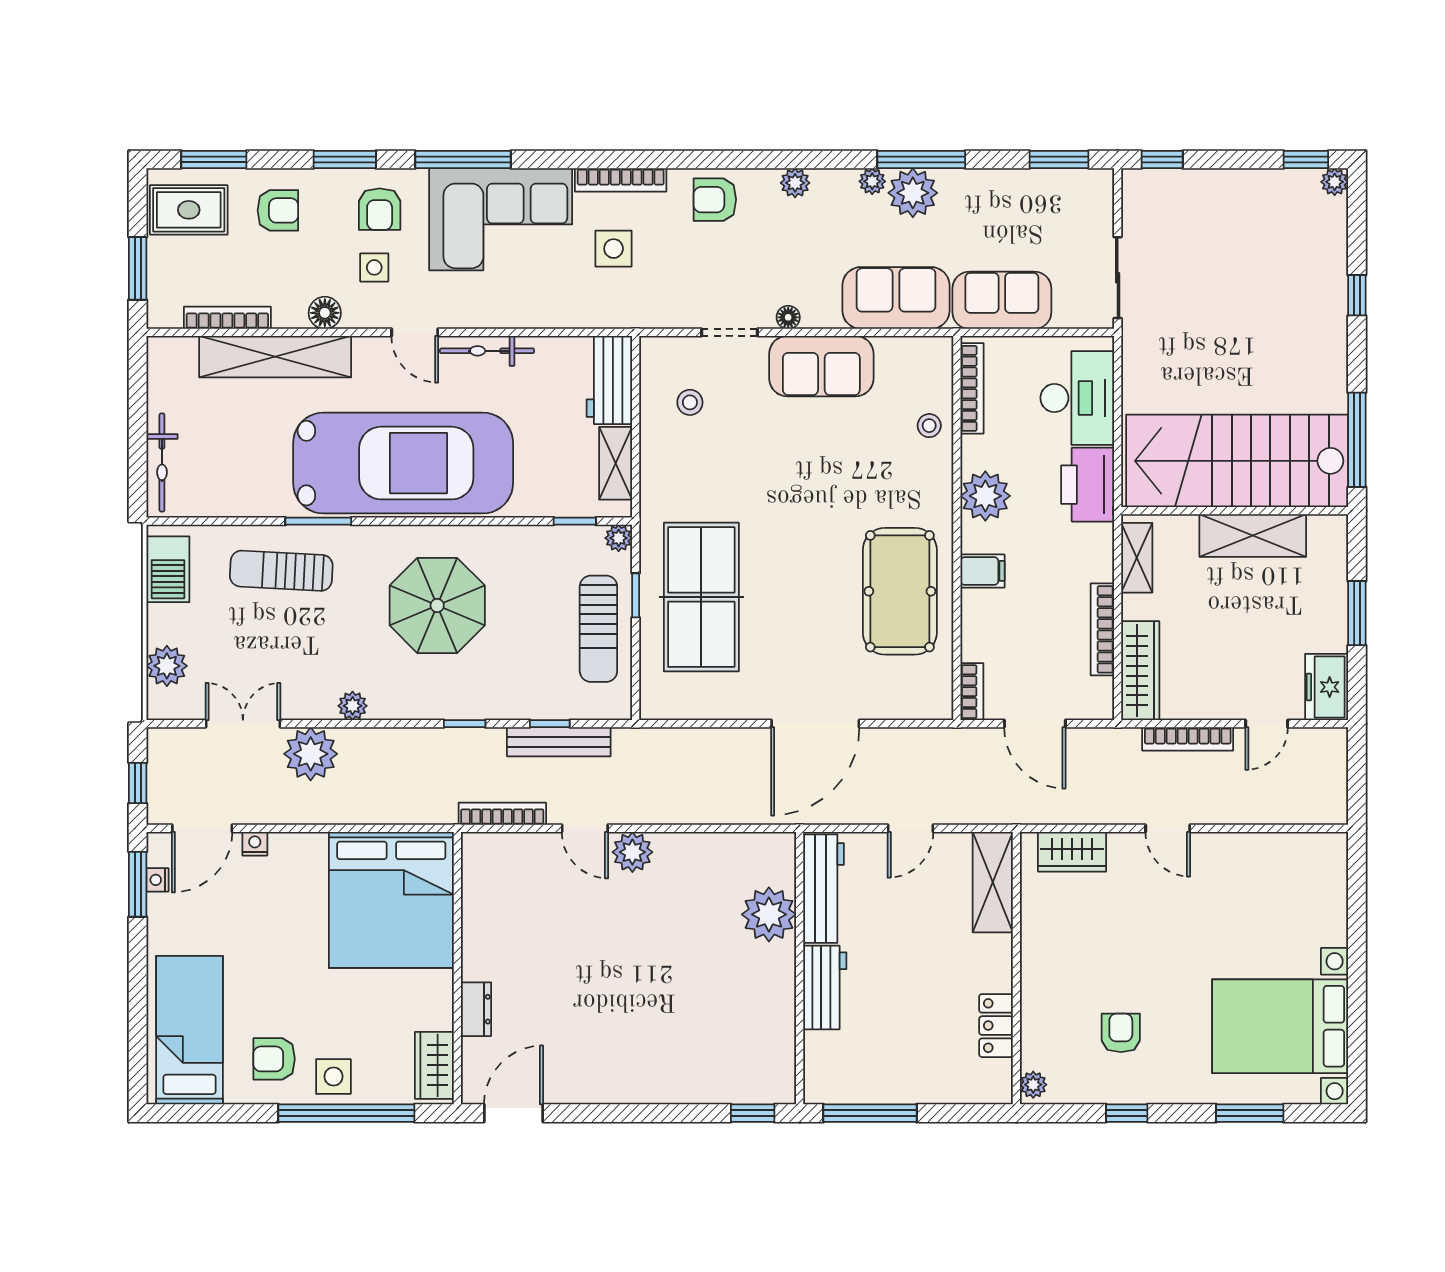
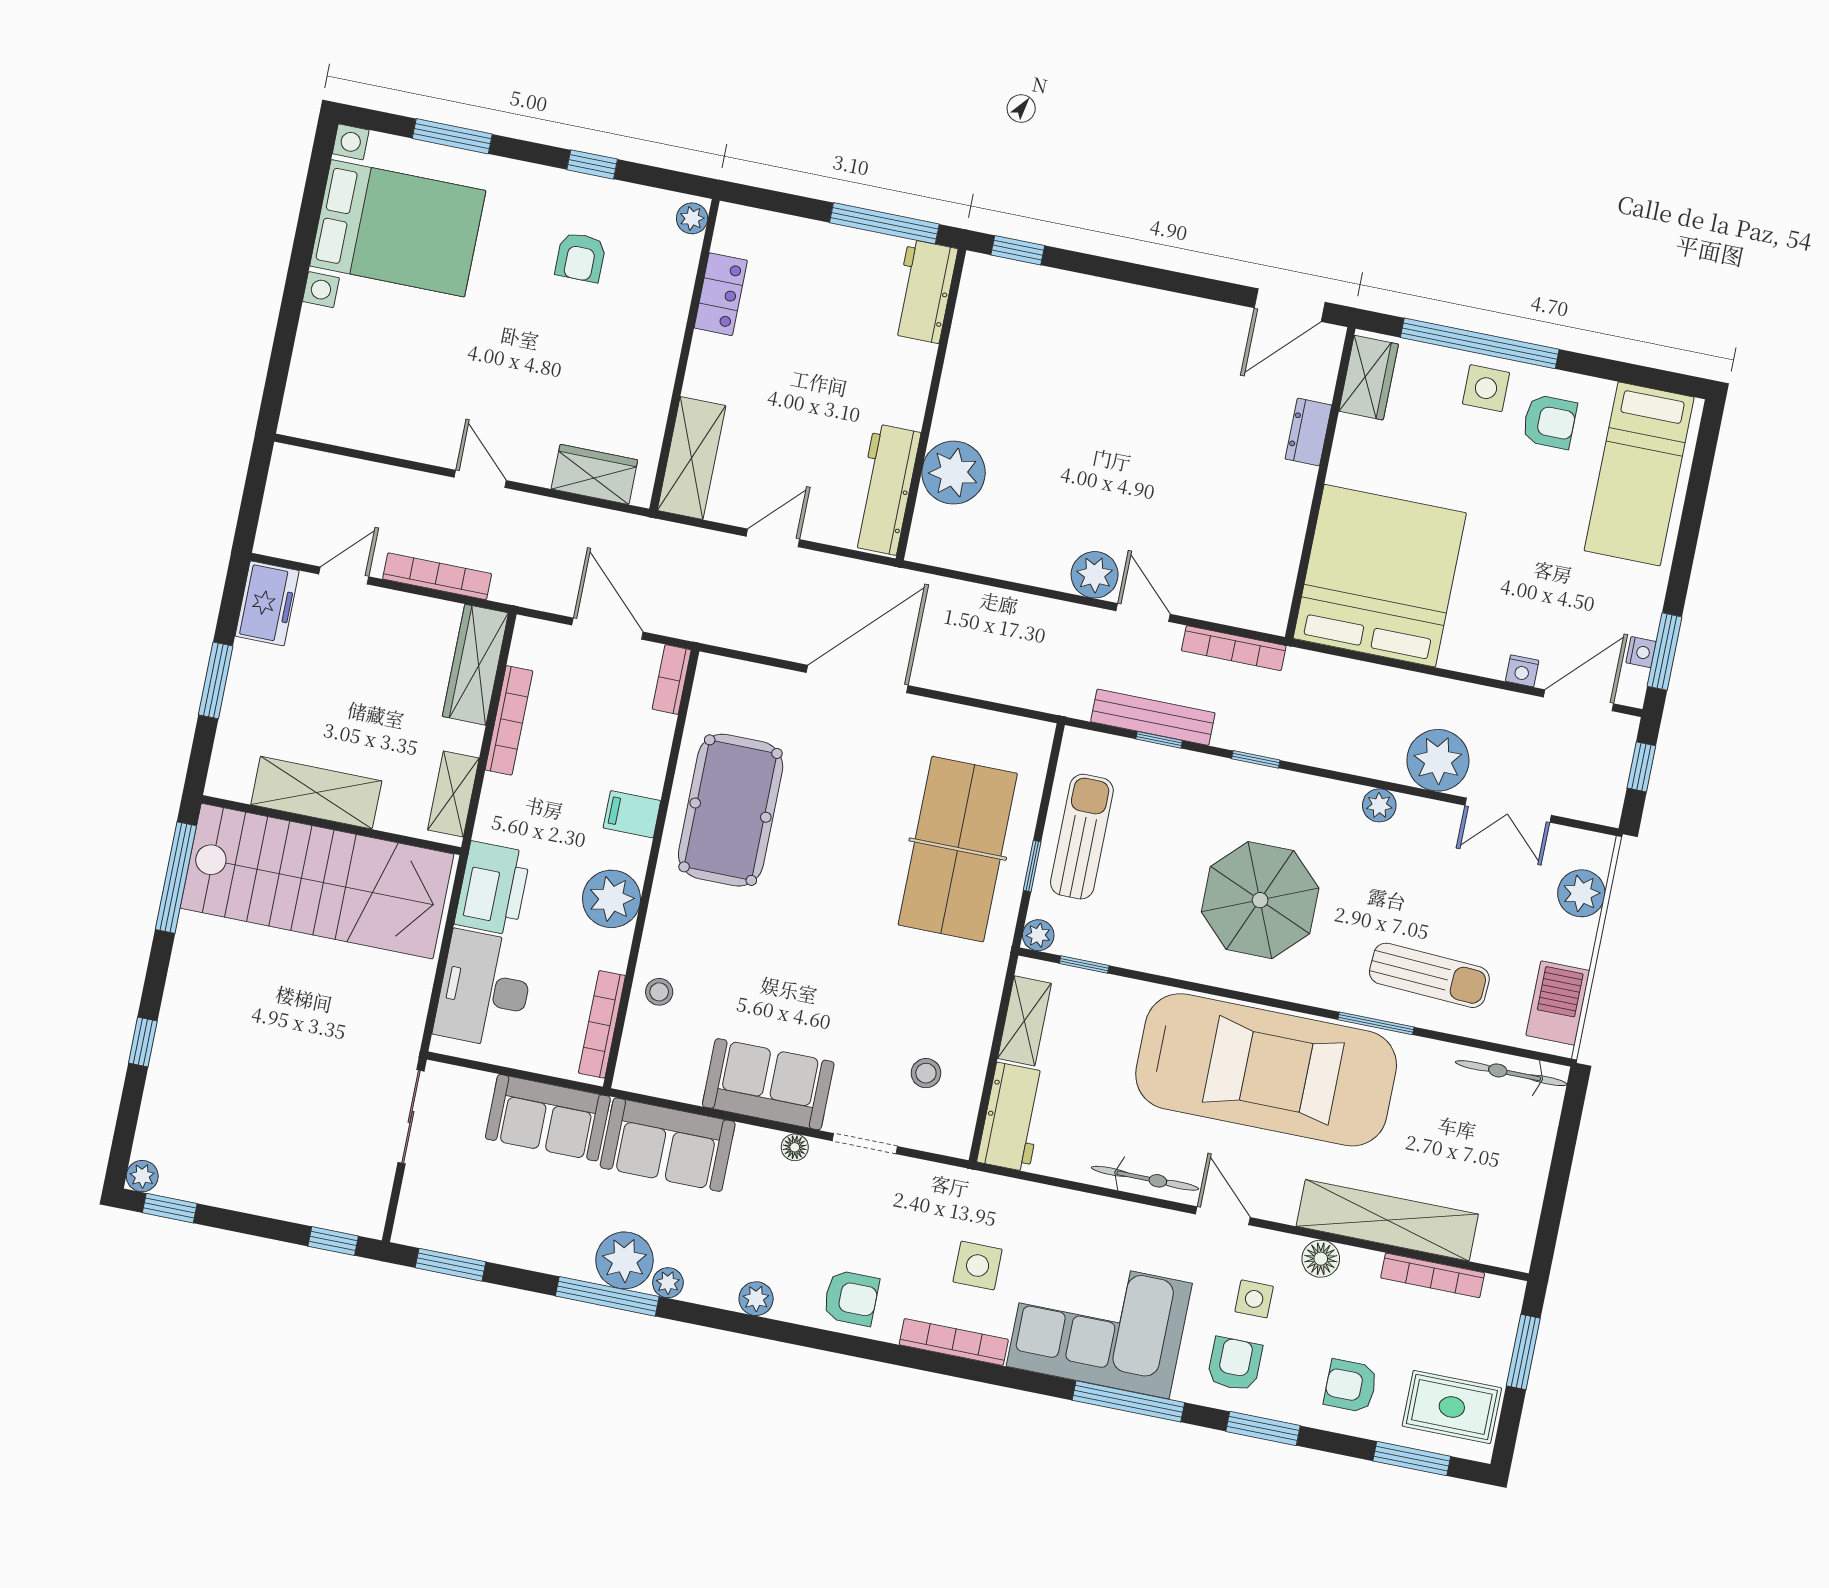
bicycle: (162, 462) -> (1511, 1073), moved, turned -90
car: (403, 463) -> (1266, 1070), turned 180
workbench: (825, 988) -> (924, 291), moved

